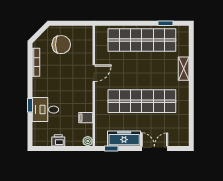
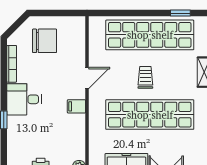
trolley: (139, 73) -> (145, 77), added
desk: (45, 110) -> (24, 99), moved
filing cabinet: (86, 118) -> (76, 106), moved

